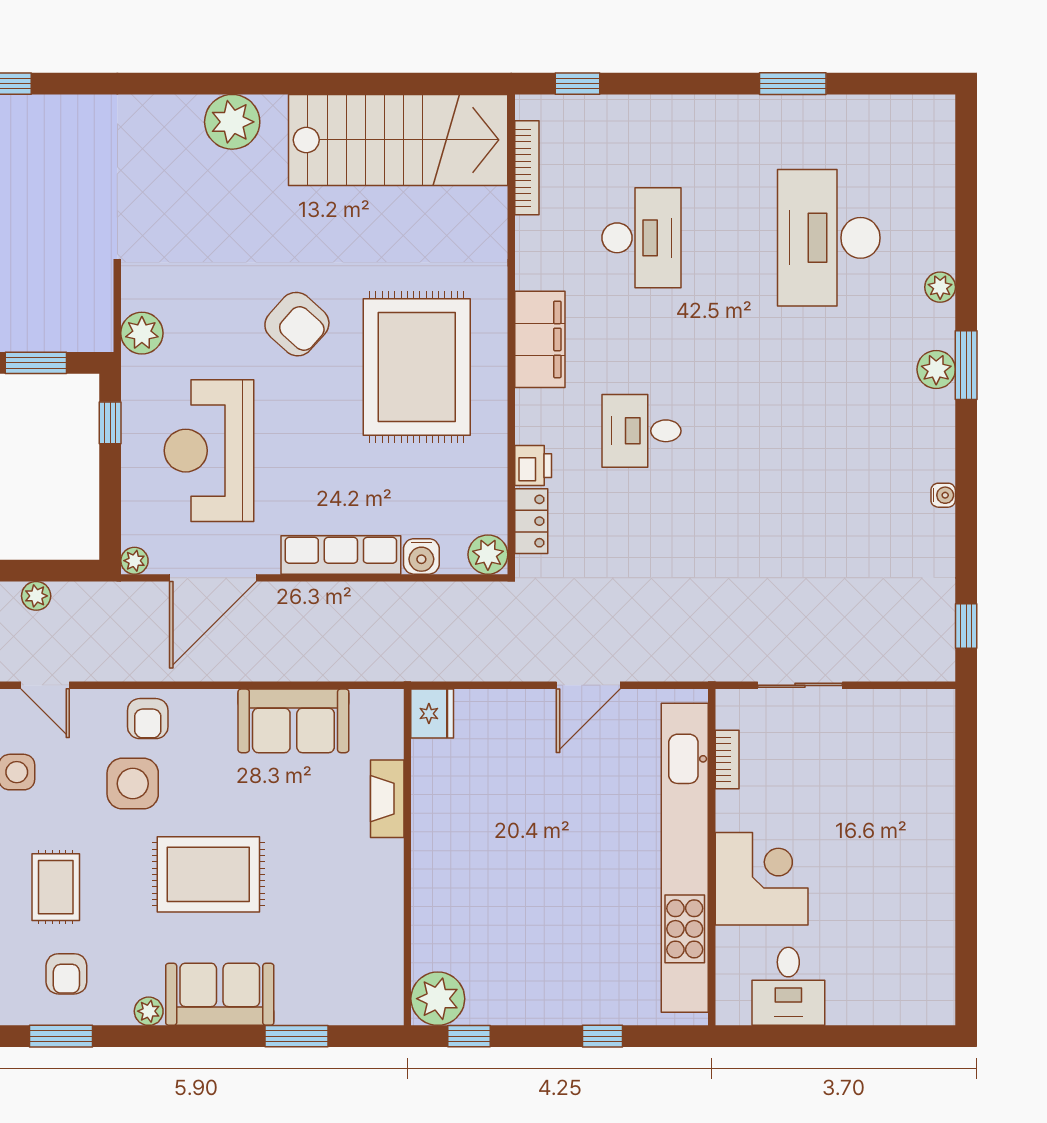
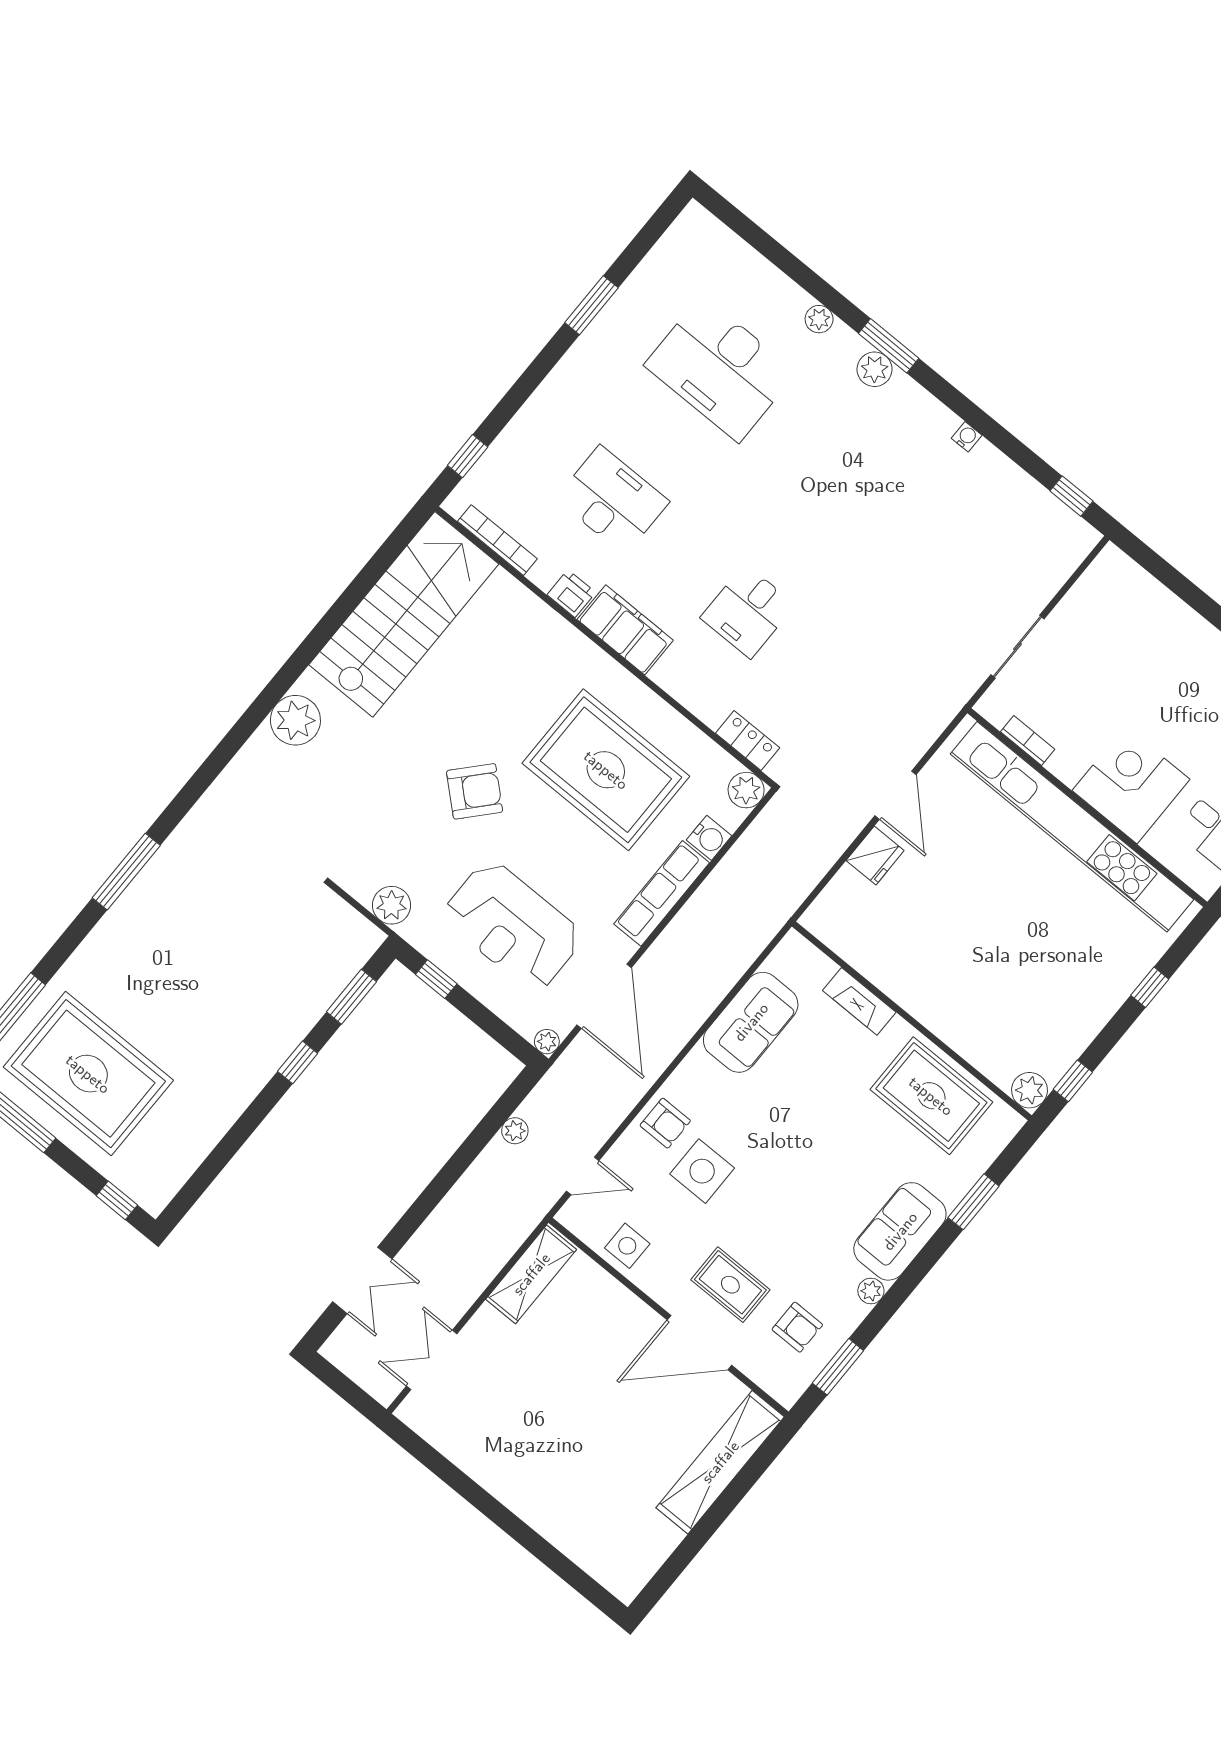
rug: (417, 367) -> (606, 770), moved
printer: (533, 466) -> (571, 594), moved
fridge: (432, 714) -> (875, 855), moved, turned 90
rug: (208, 874) -> (931, 1096), moved, turned 90
plant: (438, 999) -> (1030, 1090), width x0.73, depth x0.73

